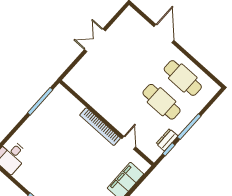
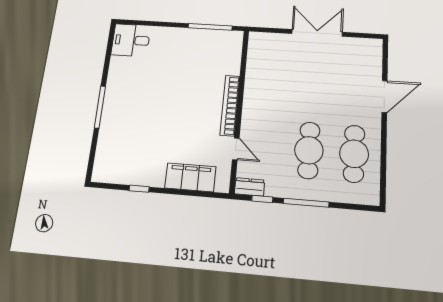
double door: (95, 40) -> (317, 33), width x1.37
dresser: (167, 140) -> (250, 187), moved
door: (129, 143) -> (236, 149), hinge flipped

